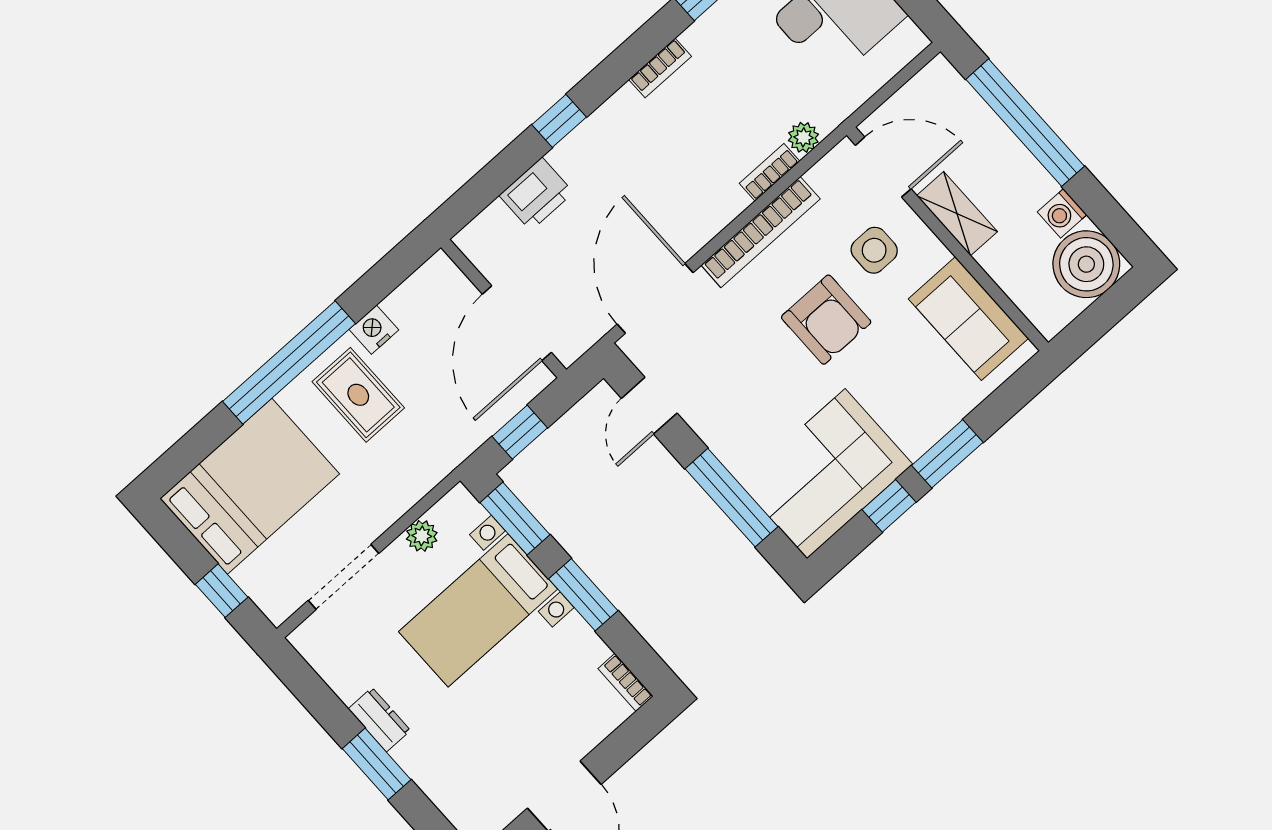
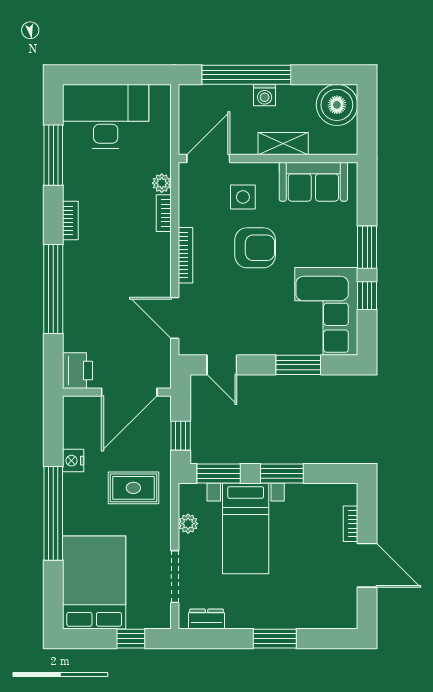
window: (559, 121) -> (53, 289), width x3.17
printer: (536, 194) -> (78, 371), moved
washing machine: (1062, 213) -> (265, 95), moved
shelving: (957, 214) -> (283, 144), moved
bookcase: (761, 232) -> (185, 255), width x0.68, depth x0.76
door: (655, 298) -> (175, 318), width x0.73
door: (517, 323) -> (129, 392), hinge flipped
rug: (358, 395) -> (133, 488), moved
window: (731, 498) -> (298, 365), width x0.69
bookcase: (626, 682) -> (350, 524), moved, turned 90
dresser: (379, 720) -> (207, 619), moved

